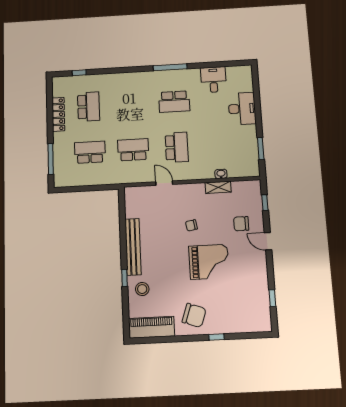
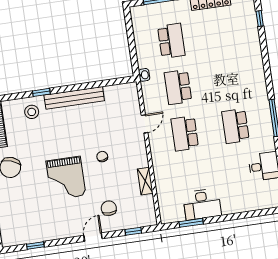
school desk: (89, 107) -> (222, 33), removed
desk: (242, 109) -> (202, 204), moved
school desk: (177, 147) -> (185, 133), turned 90
school desk: (133, 150) -> (178, 87), turned 180
washbasin: (221, 174) -> (144, 75), moved

